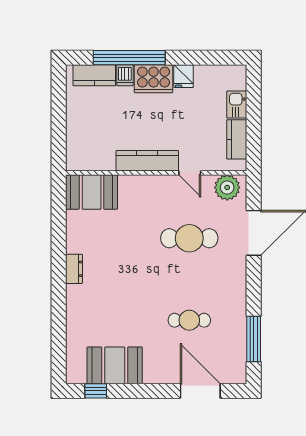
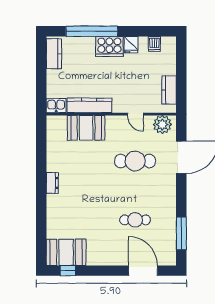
kitchen counter: (94, 75) -> (54, 54), moved, turned -90
dishwasher: (125, 75) -> (154, 44), moved
kitchen sink: (237, 105) -> (56, 106), moved, turned 90
kitchen counter: (147, 161) -> (89, 105), moved
booth: (92, 192) -> (86, 128), moved
booth: (115, 365) -> (66, 252), moved

